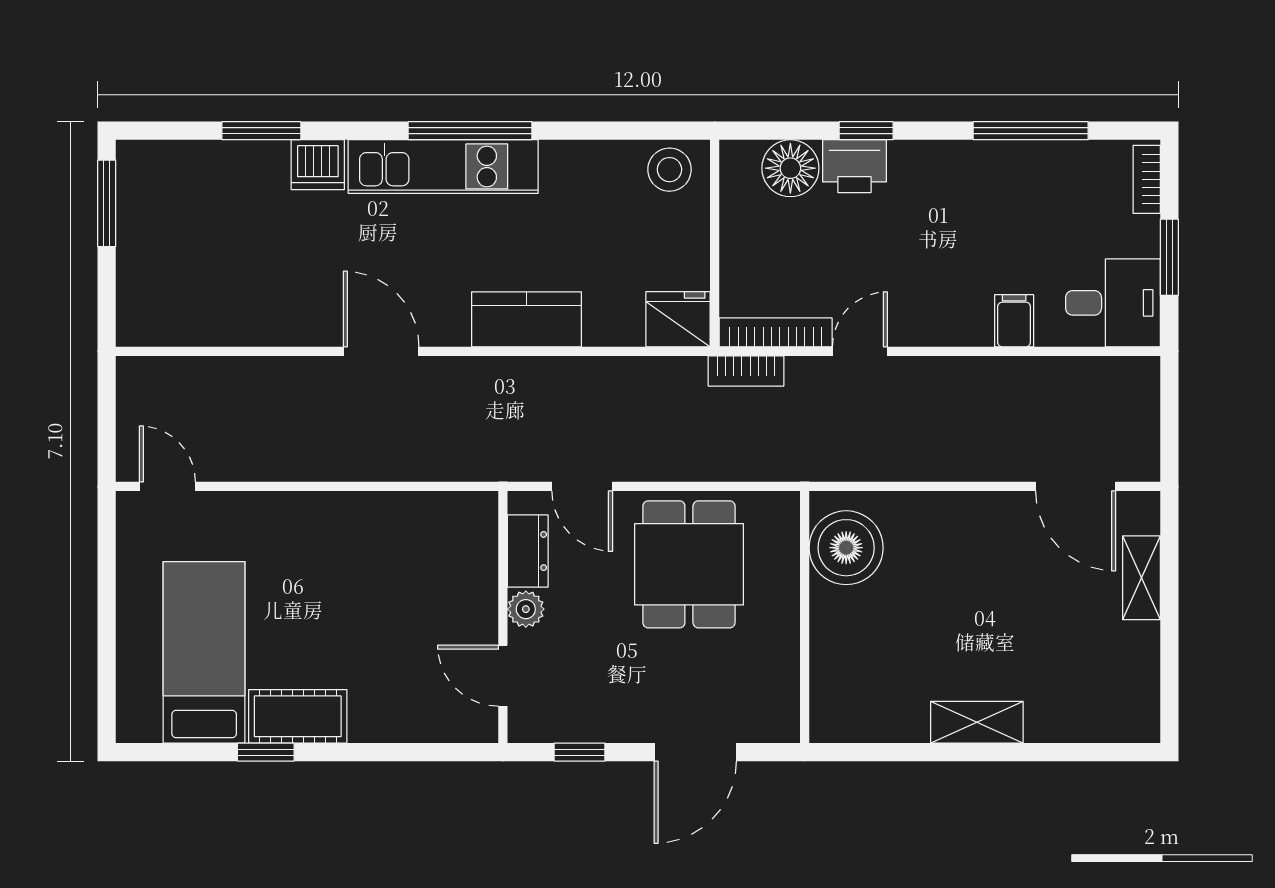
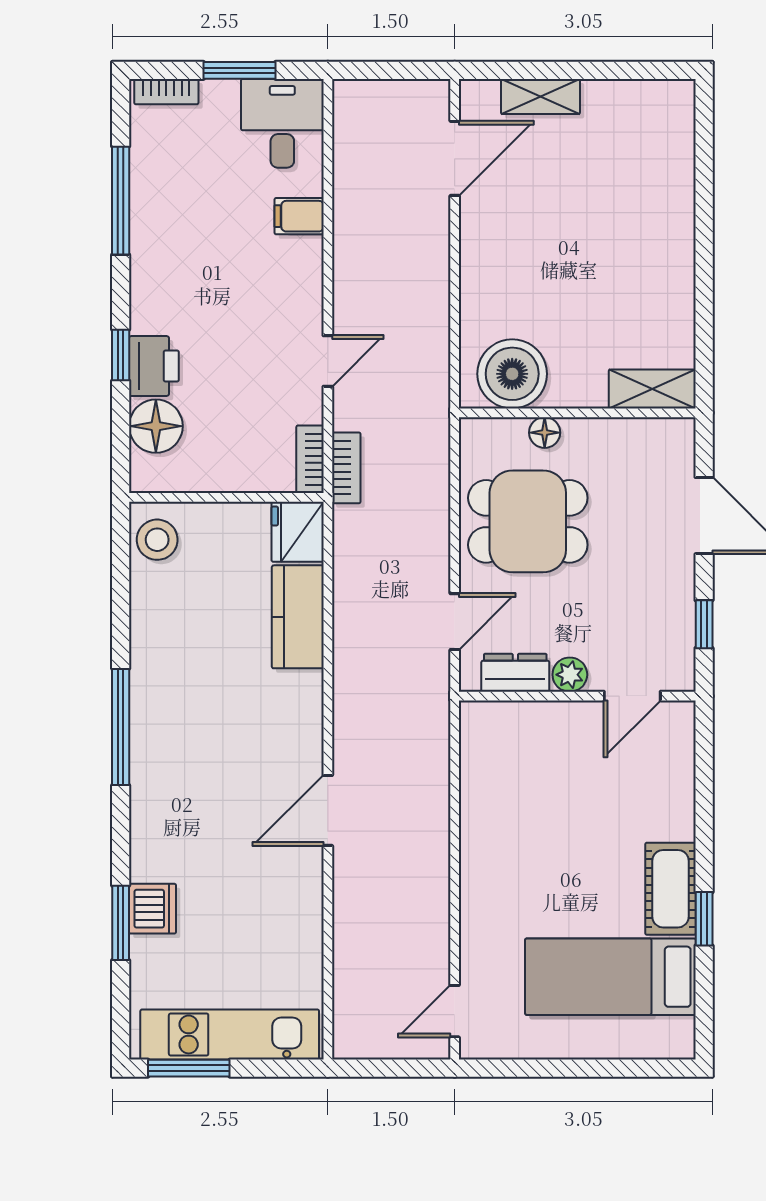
dishwasher: (318, 165) -> (153, 909), moved
kitchen unit: (443, 166) -> (230, 1034), moved, turned -90
kitchen counter: (527, 319) -> (298, 617), moved
bookcase: (776, 332) -> (310, 459), width x0.64
door: (860, 351) -> (328, 361), swing flipped
floor lamp: (784, 582) -> (545, 433), added
shelving: (977, 722) -> (652, 389), moved, turned 90

